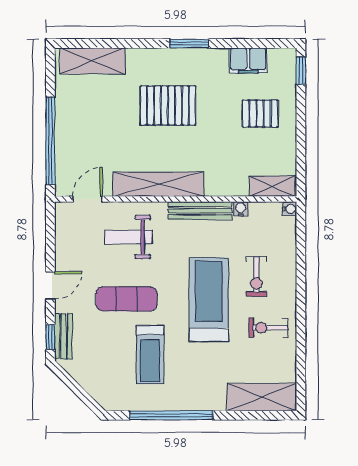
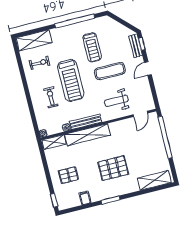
filing cabinet: (248, 61) -> (85, 198), width x0.50
shelving: (158, 184) -> (88, 135), moved
weight bench: (129, 237) -> (116, 101), turned 180
exercise bike: (268, 328) -> (40, 63), moved
treadmill: (150, 355) -> (92, 47), turned 180

